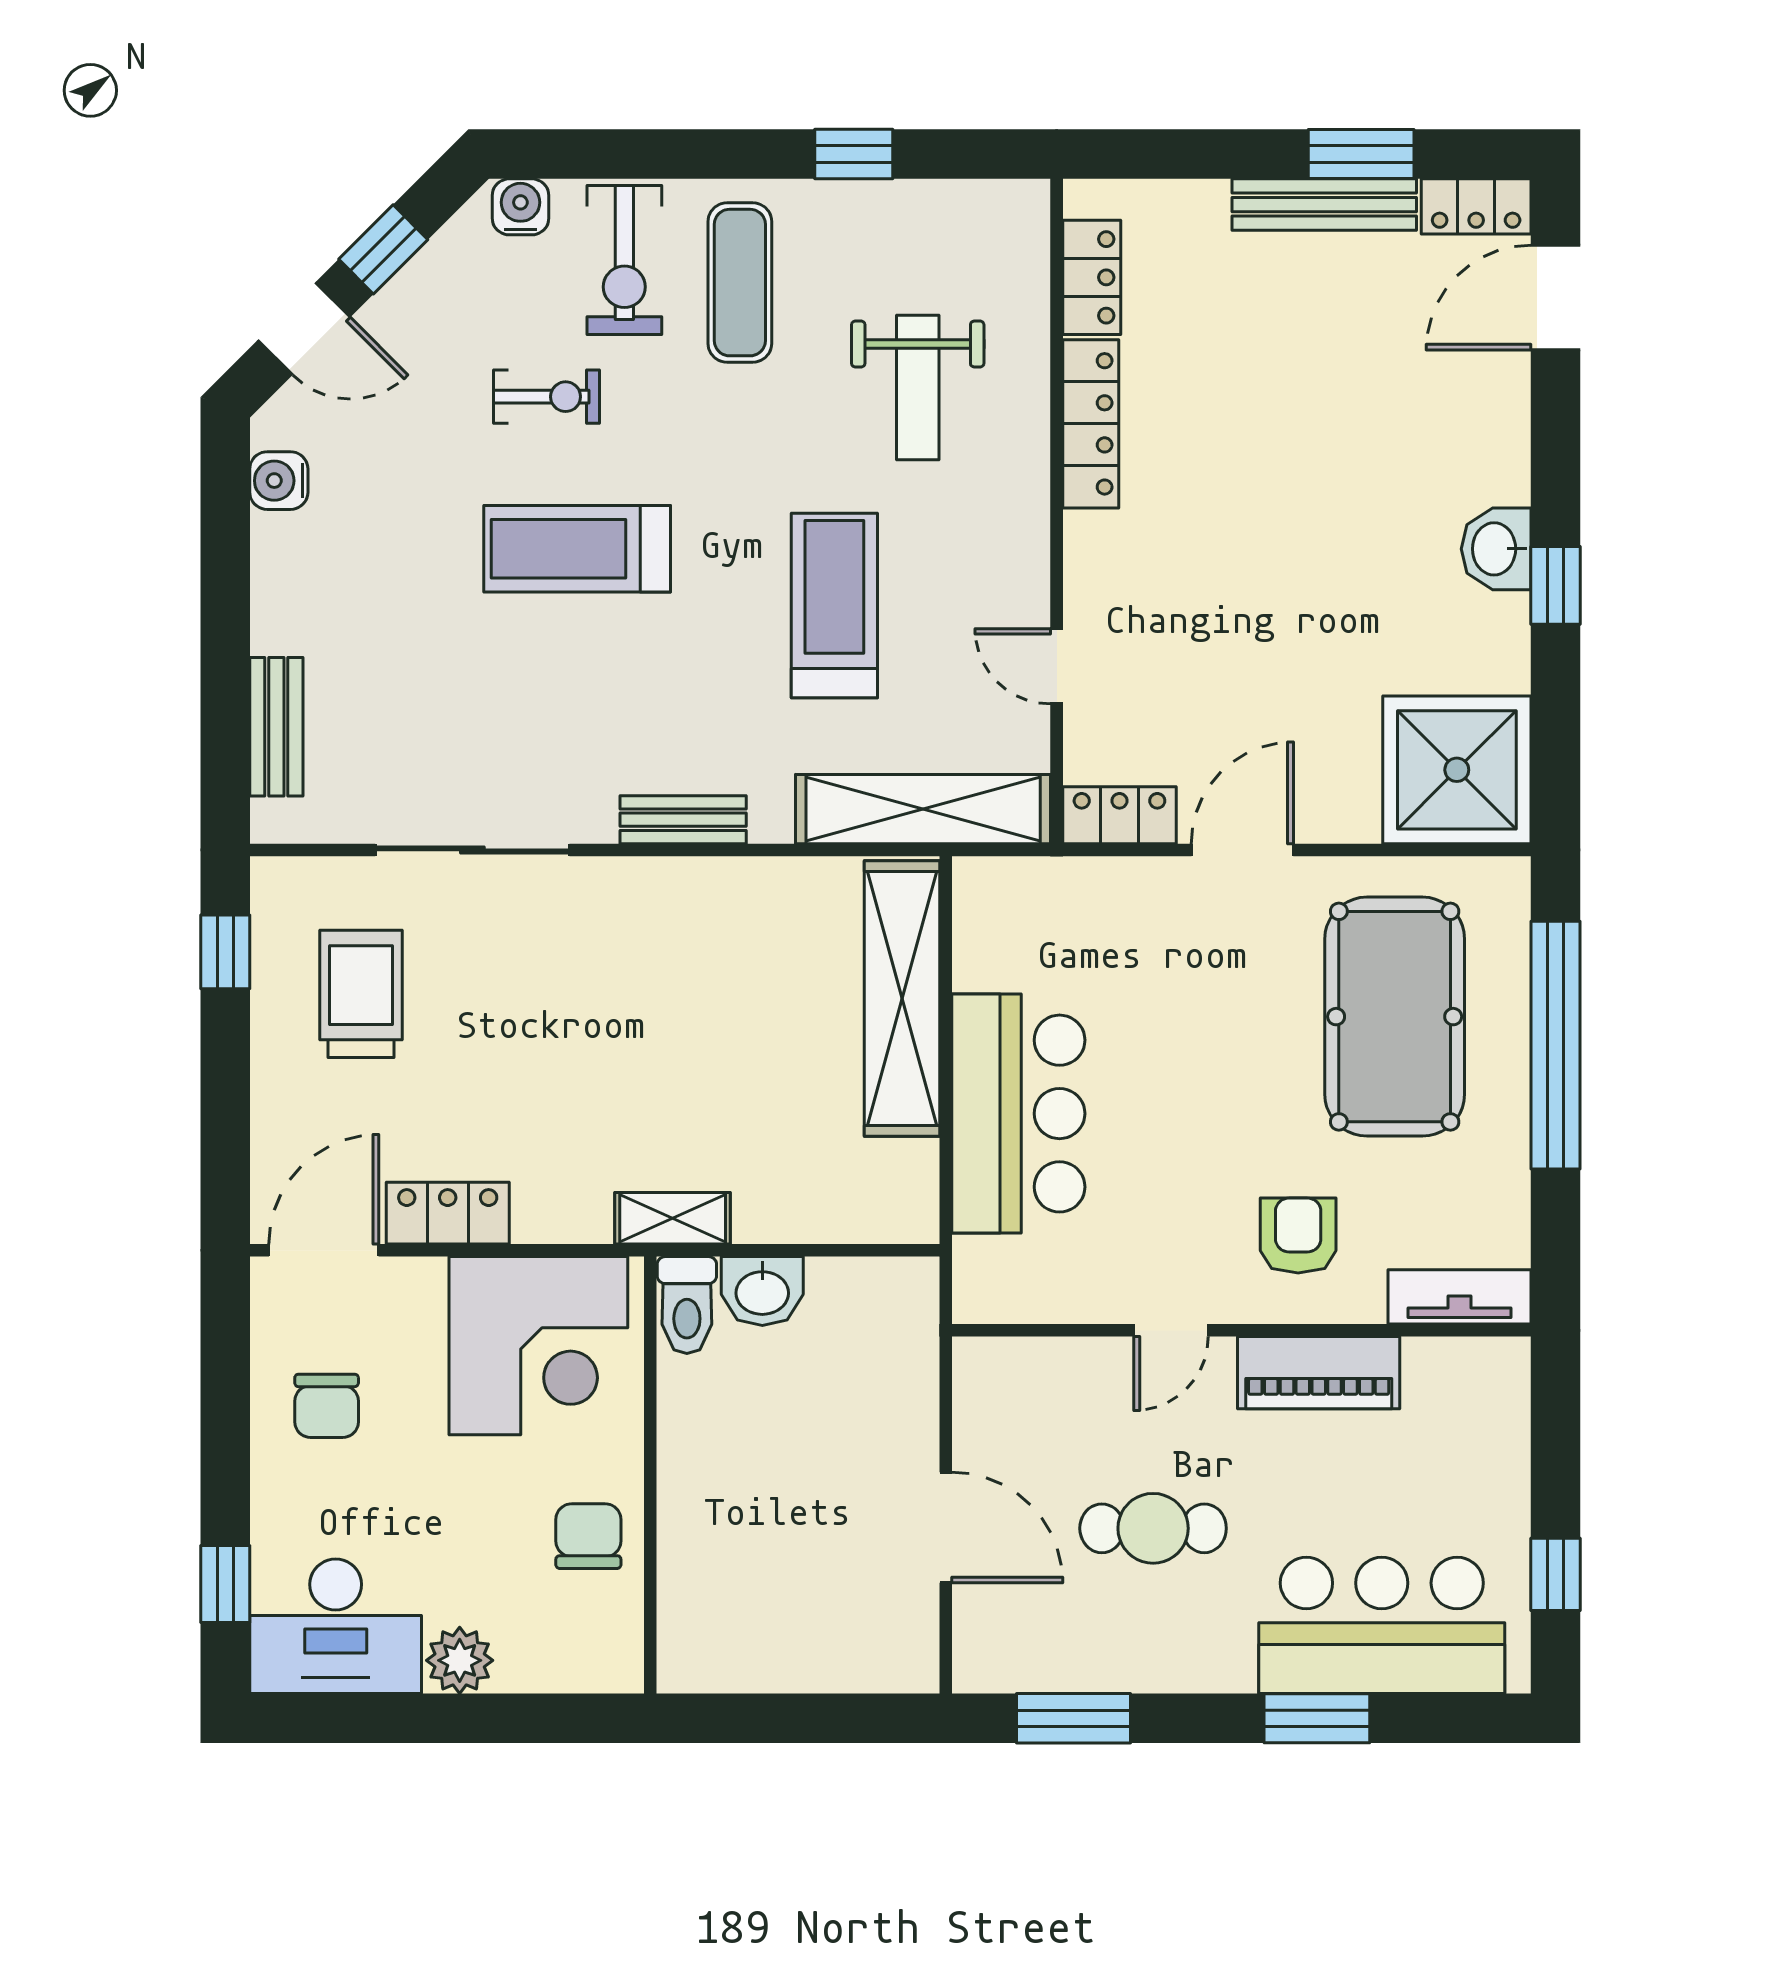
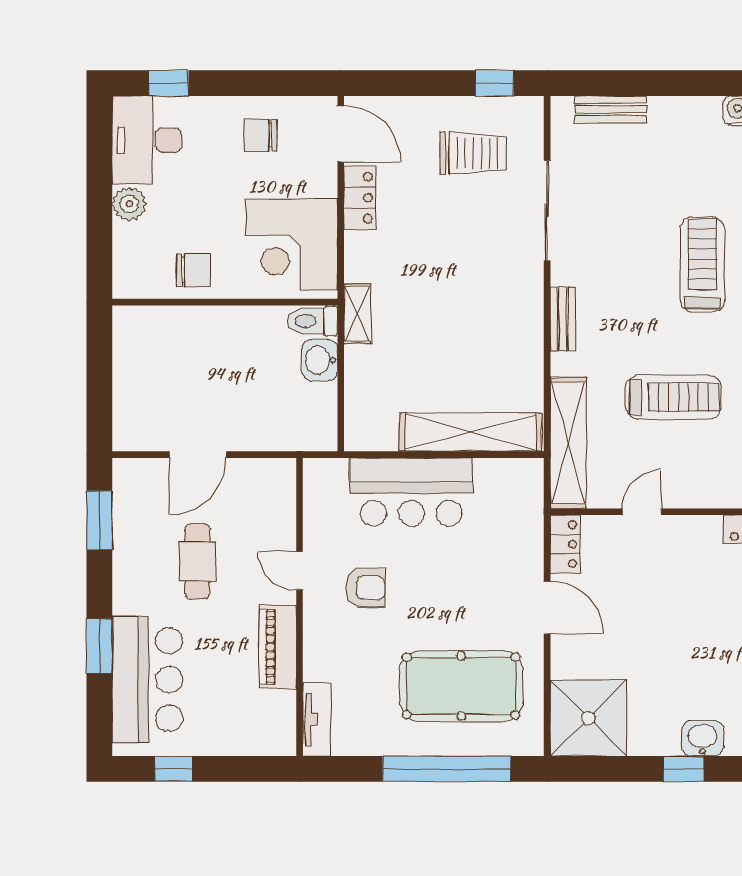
armchair: (1298, 1236) -> (365, 588), moved

